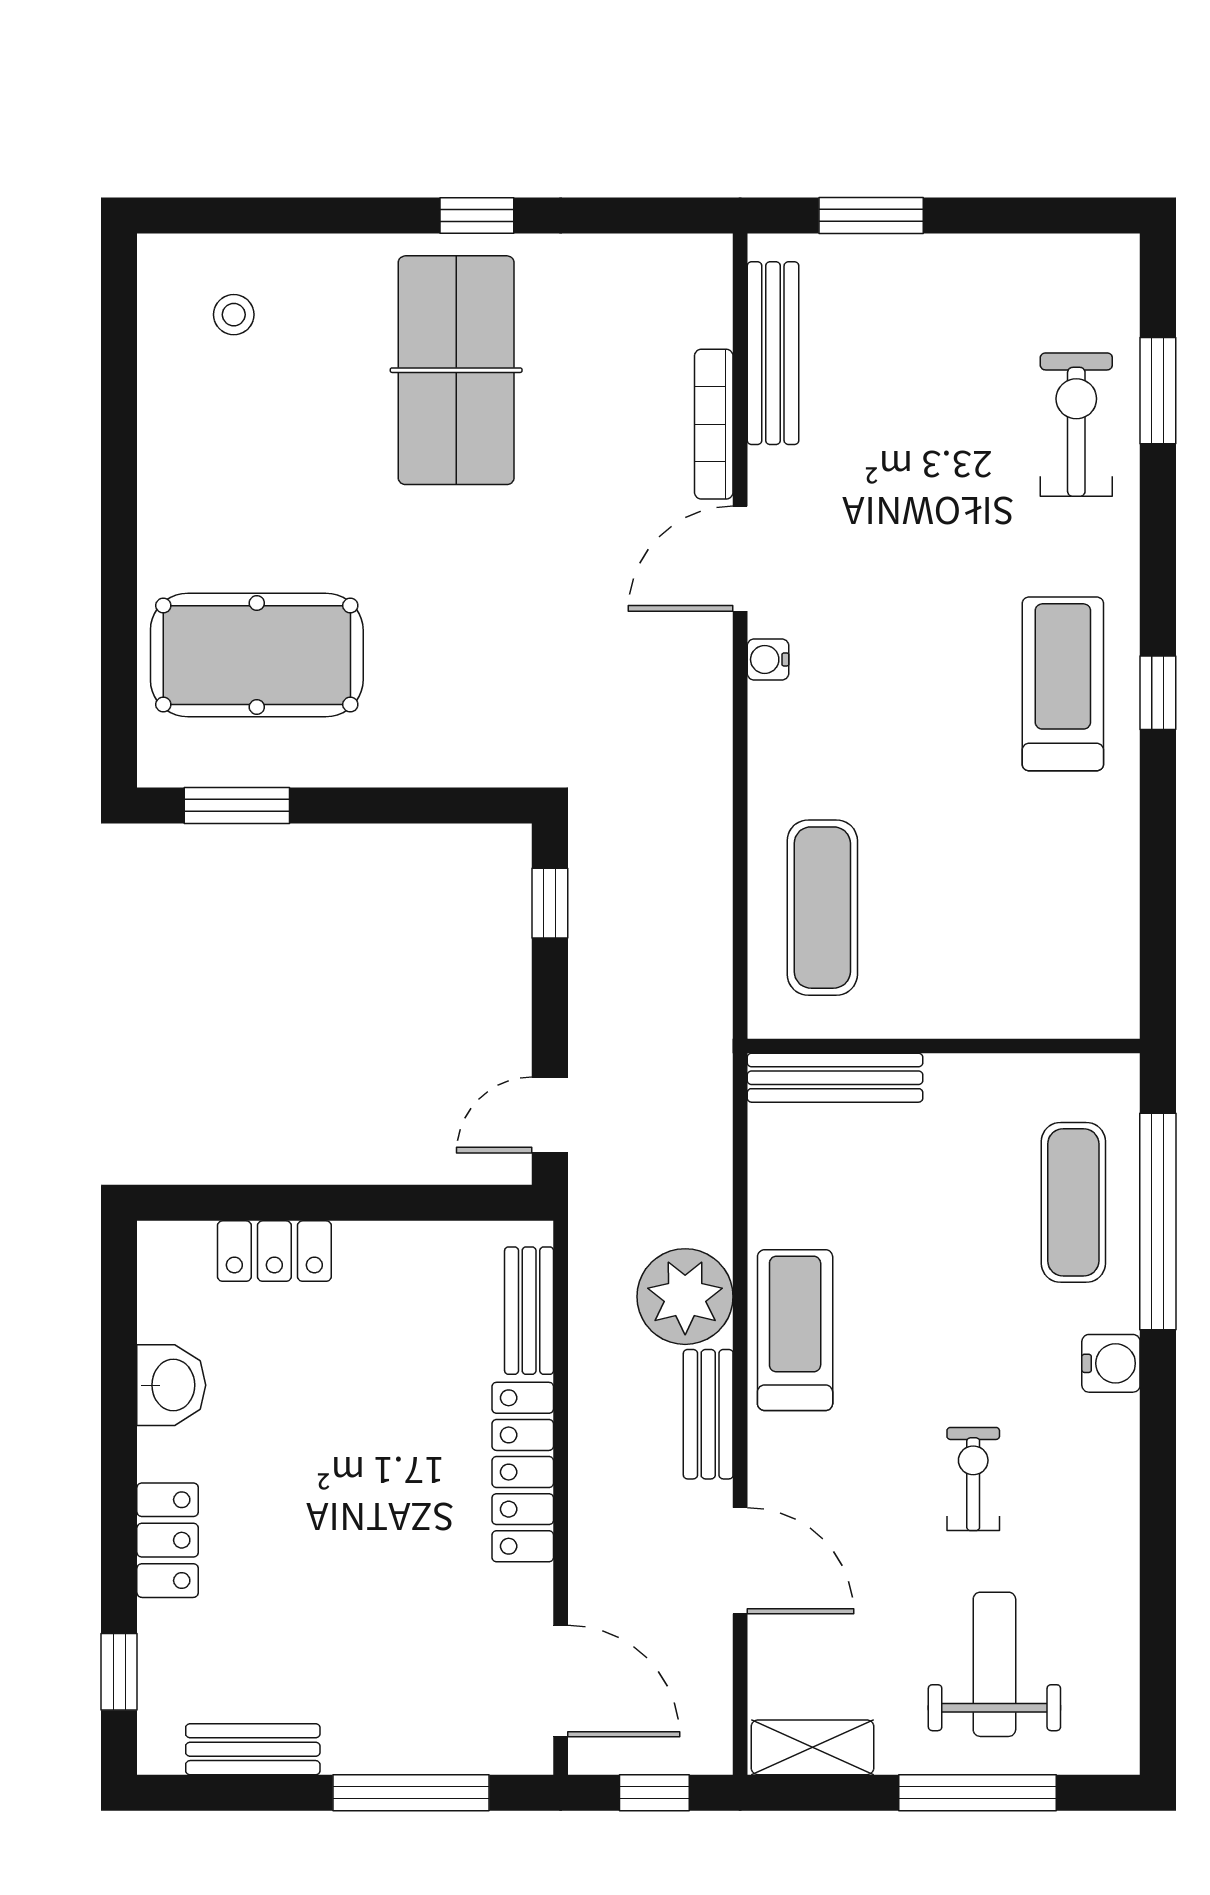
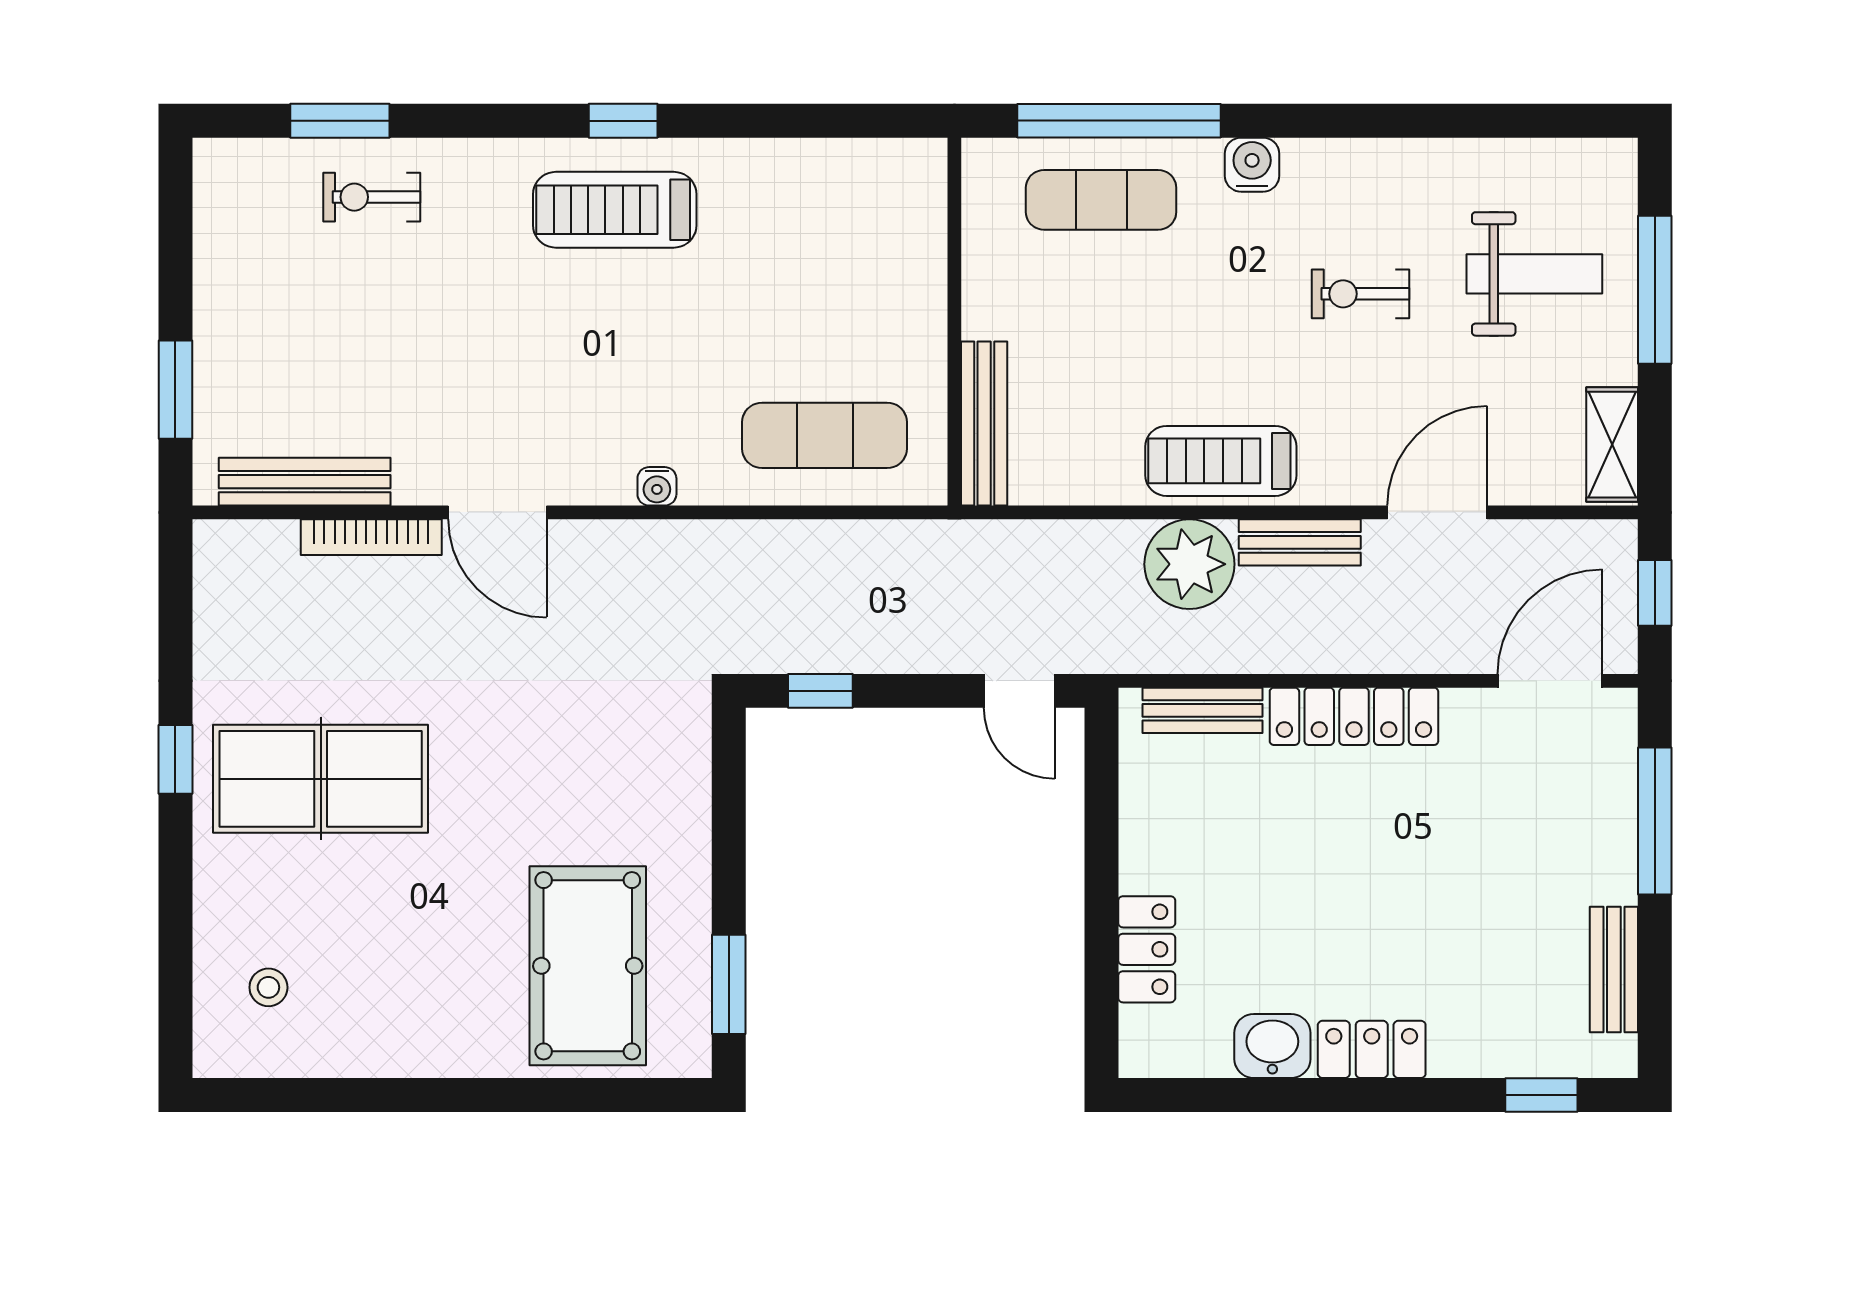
exercise bike: (1076, 425) -> (372, 197), width x0.73, depth x0.72
water cooler: (768, 659) -> (657, 486), moved
locker: (168, 1540) -> (1372, 1049), moved
weight bench: (994, 1664) -> (1534, 274), turned 180

